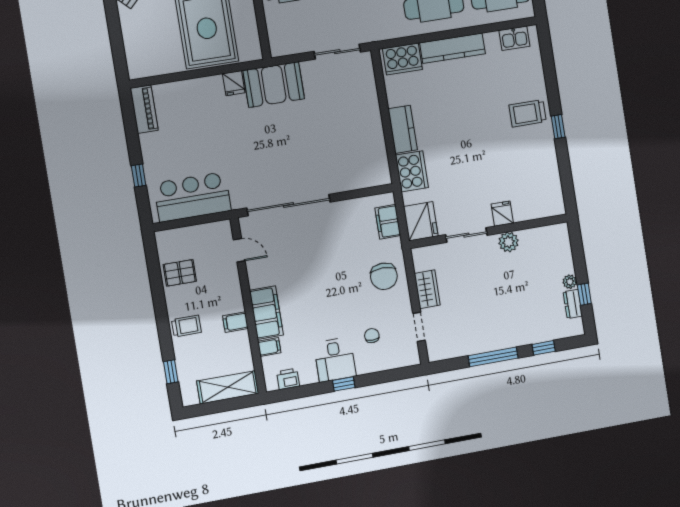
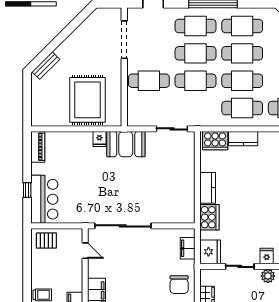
kitchen counter: (453, 48) -> (243, 139), width x0.67
bar counter: (192, 197) -> (44, 199), moved, turned 90
pallet: (180, 273) -> (46, 241), moved

